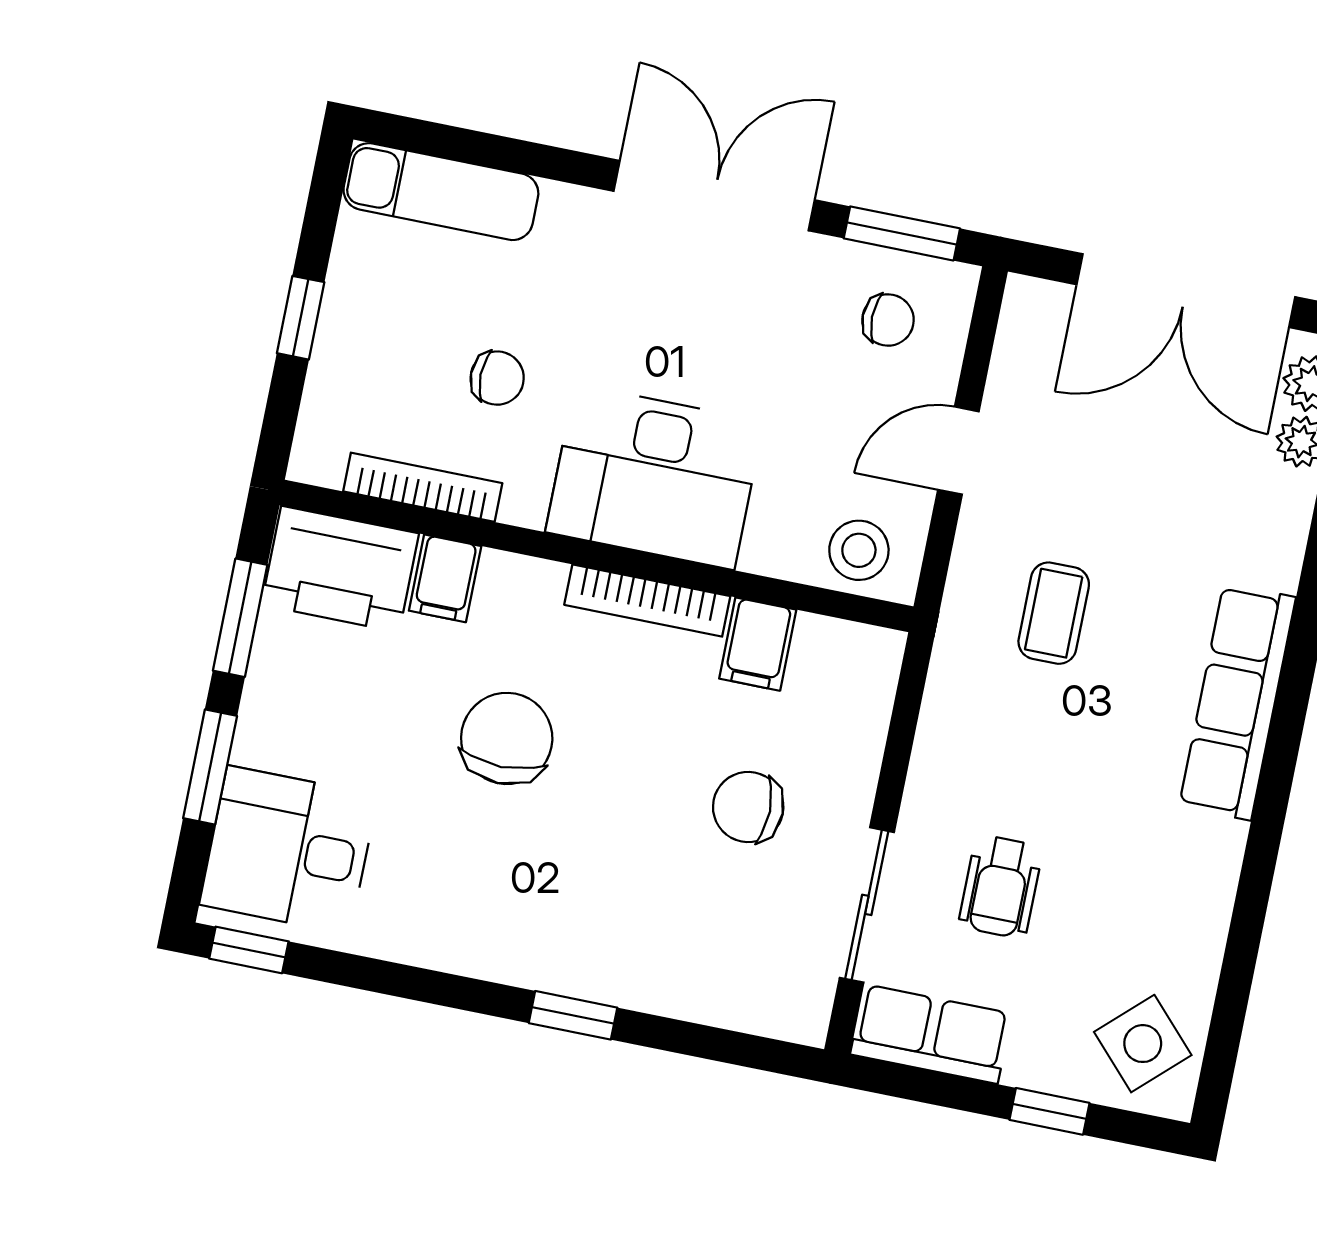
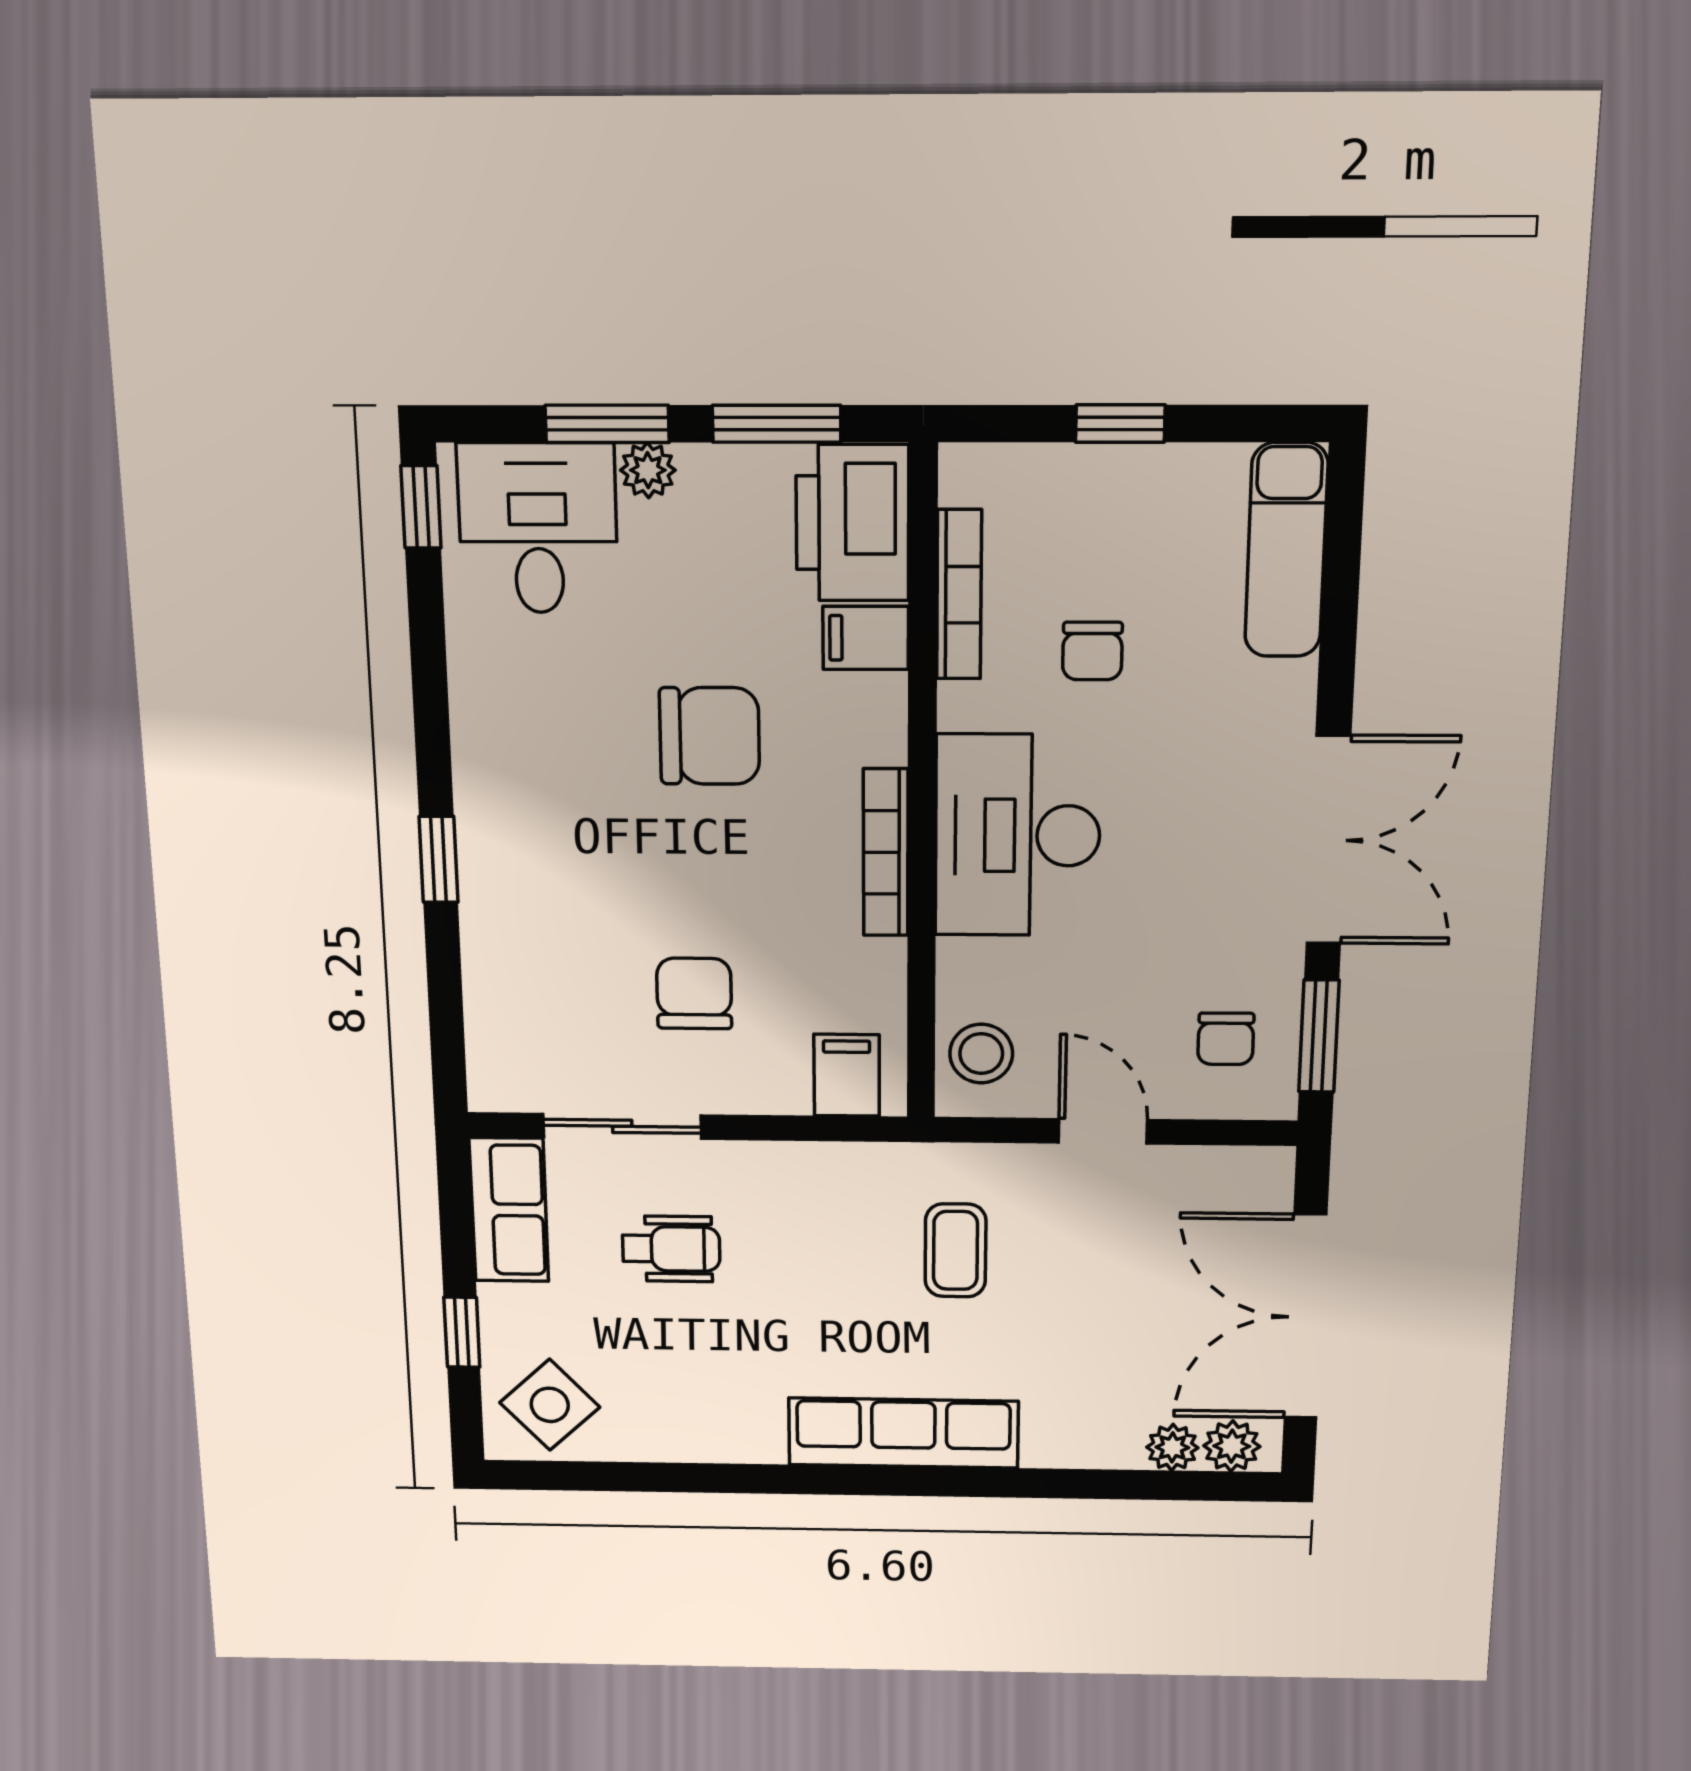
coffee table: (1054, 613) -> (955, 1250), turned 90
filing cabinet: (758, 644) -> (847, 1075), moved, turned 90
plant: (257, 740) -> (648, 470), added
wheelchair: (1001, 887) -> (671, 1249), turned 180

